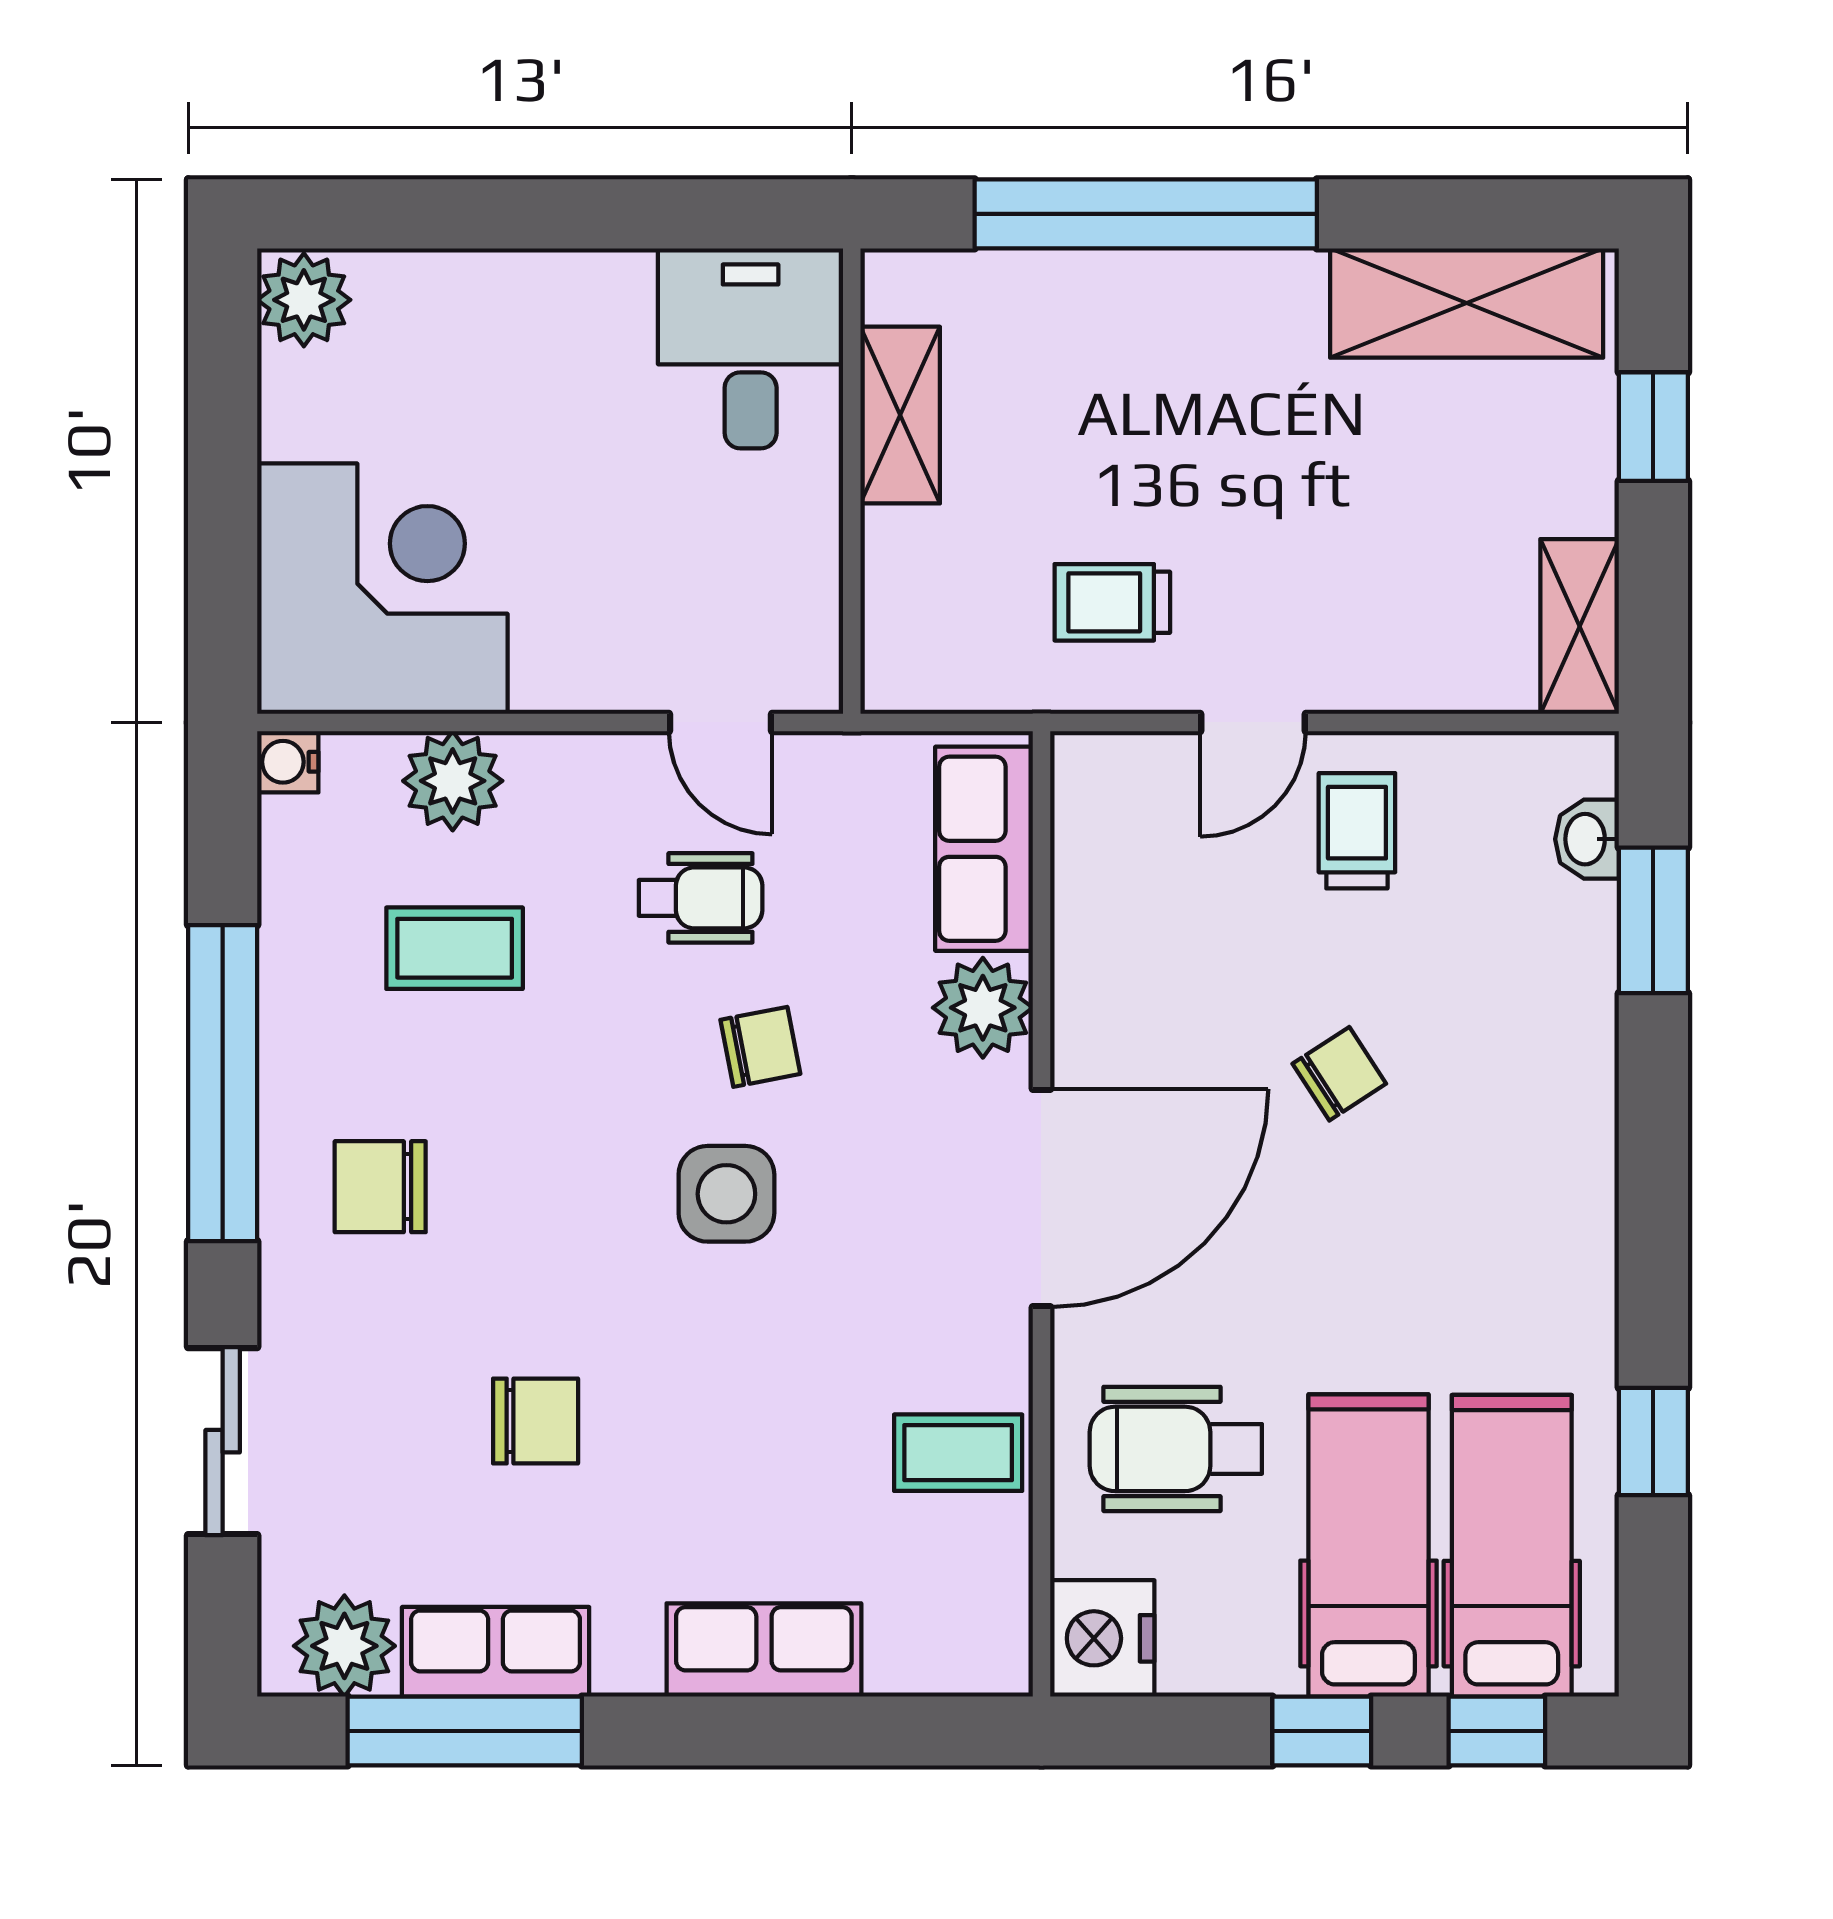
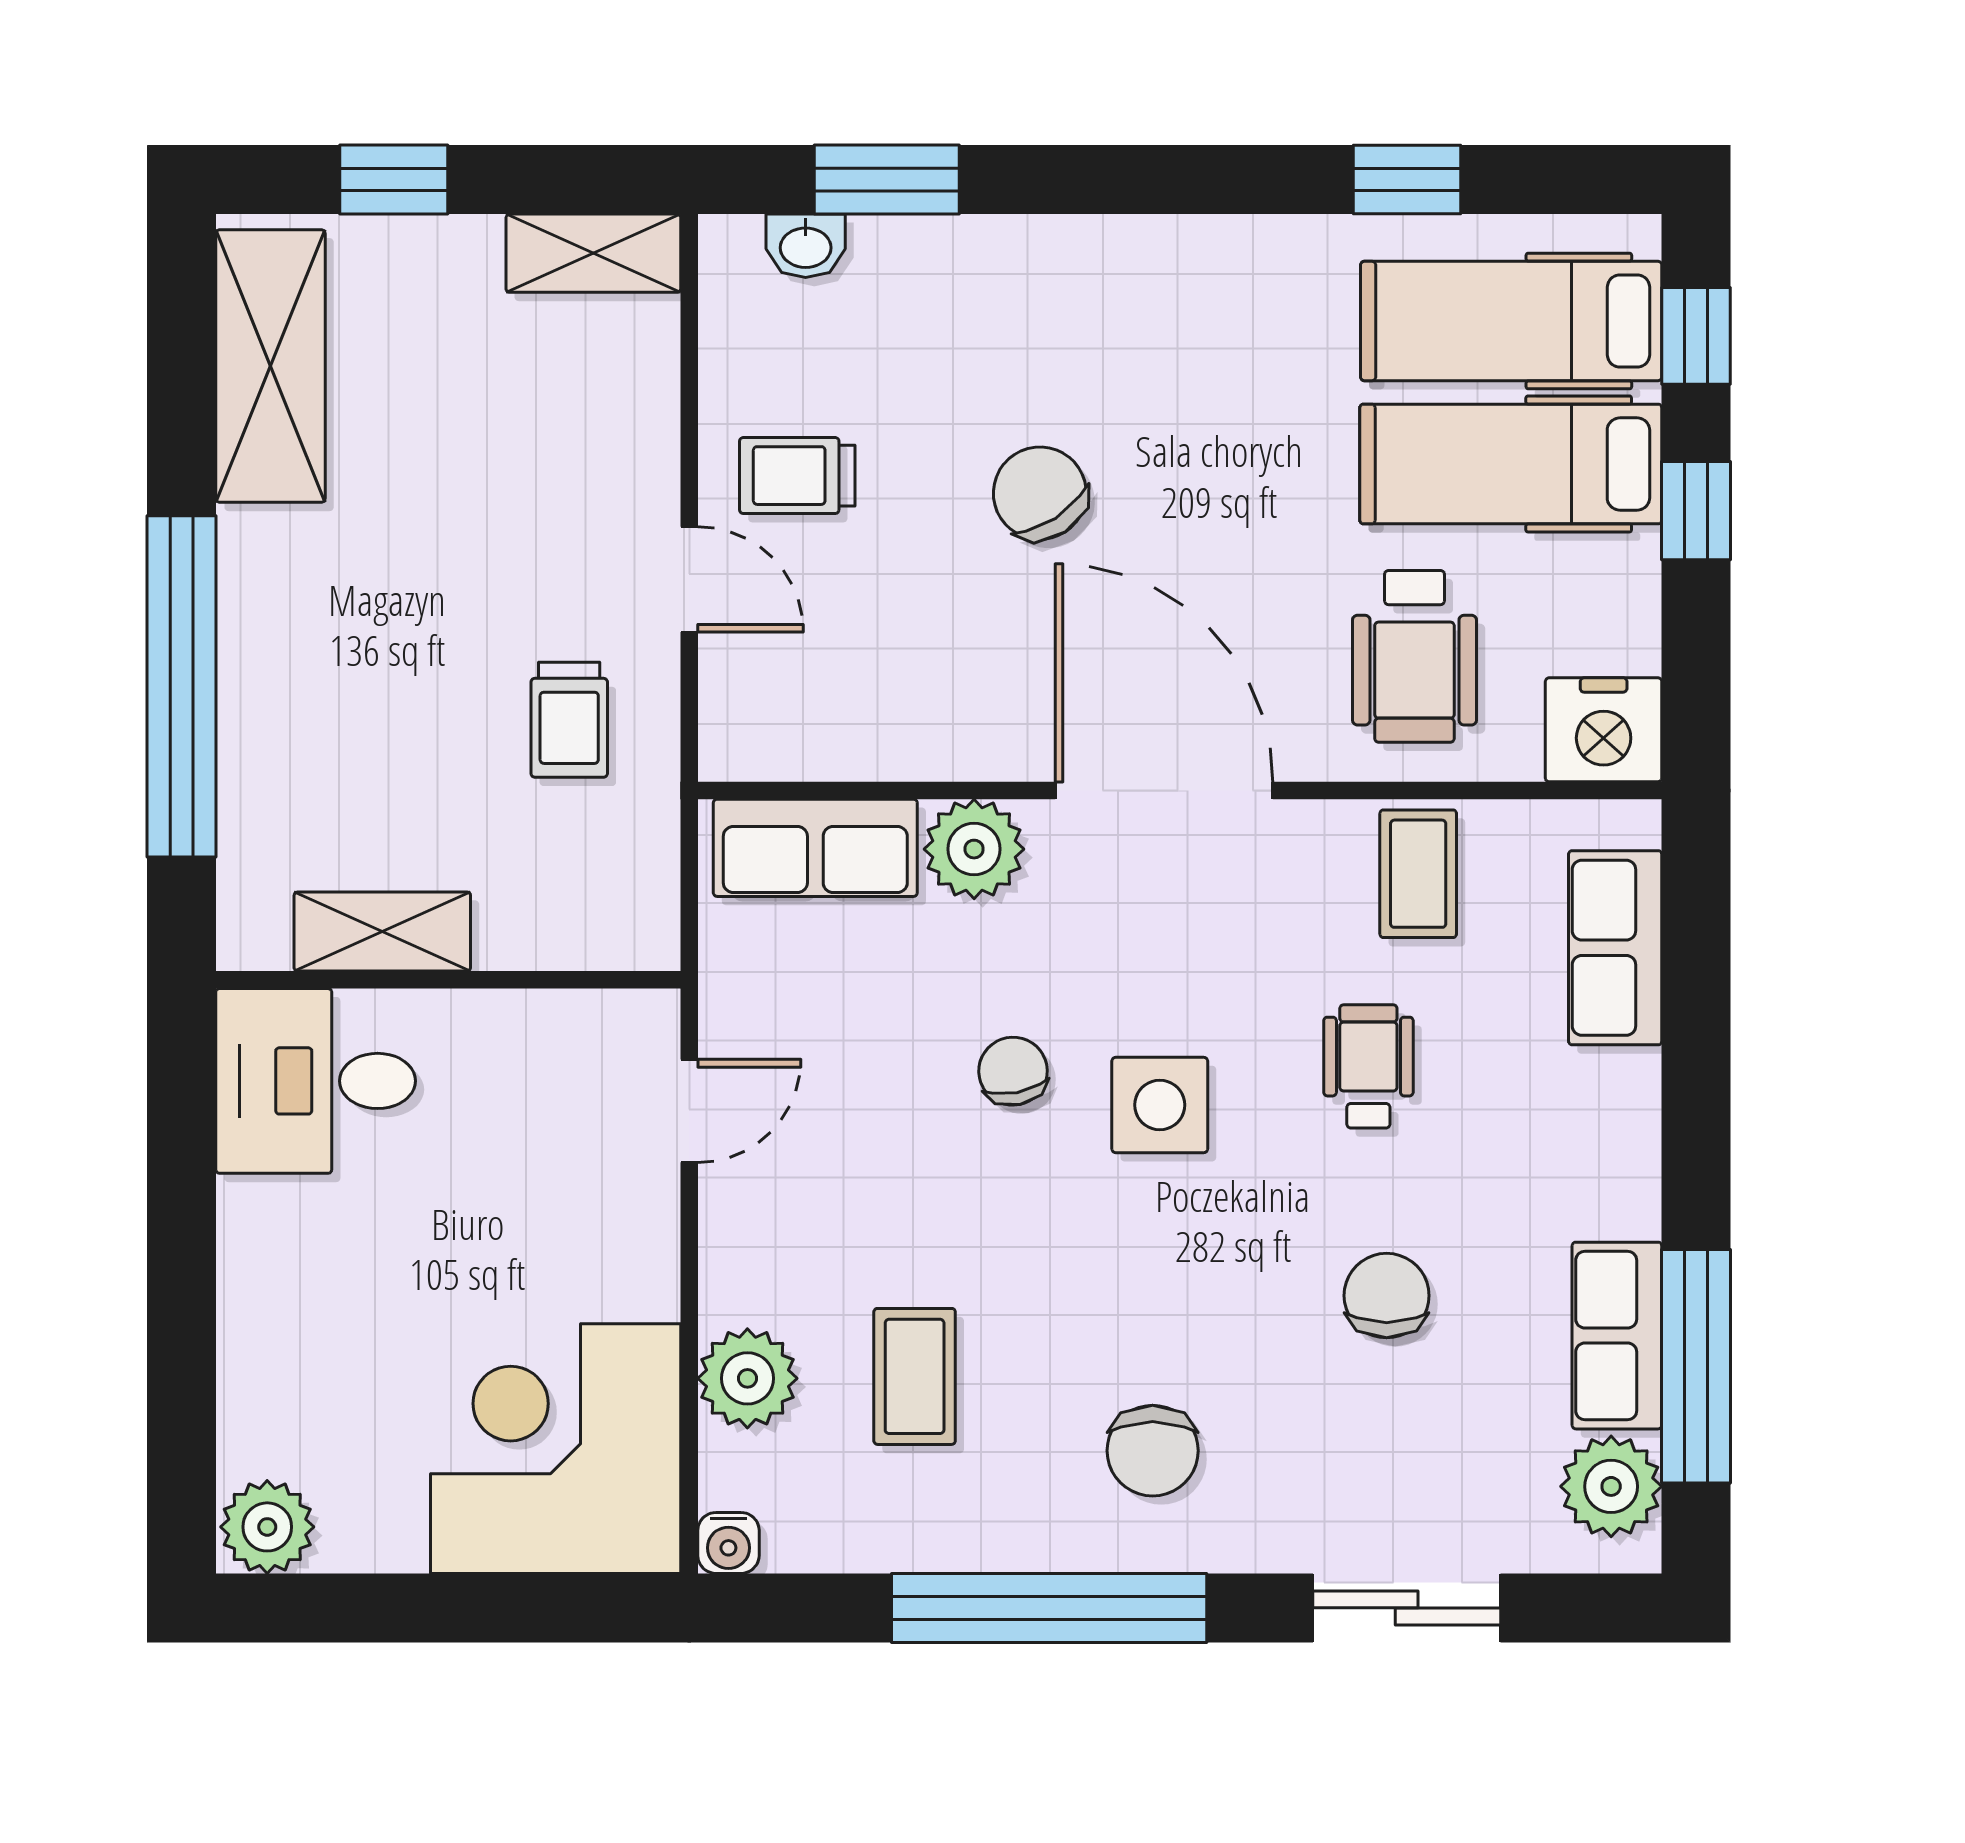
wheelchair: (701, 898) -> (1368, 1066), moved
chair: (1339, 1074) -> (1040, 493), width x1.37, depth x1.37
row of seats: (764, 1650) -> (1615, 948), moved

